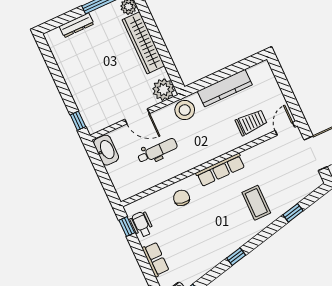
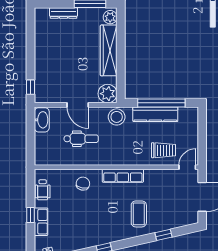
window: (226, 73) -> (161, 103), added
wheelchair: (142, 224) -> (43, 190), turned 180
window: (127, 226) -> (30, 215), moved

